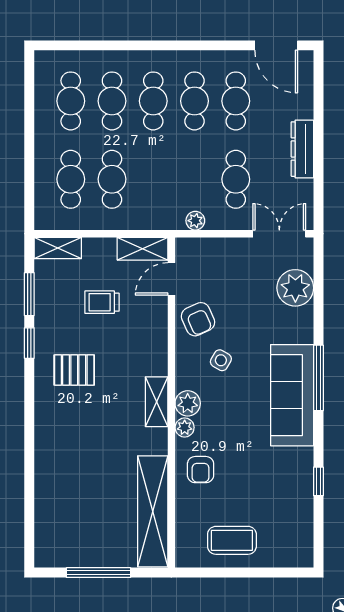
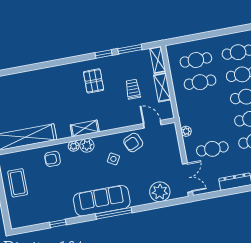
shelving: (142, 249) -> (162, 87), moved

